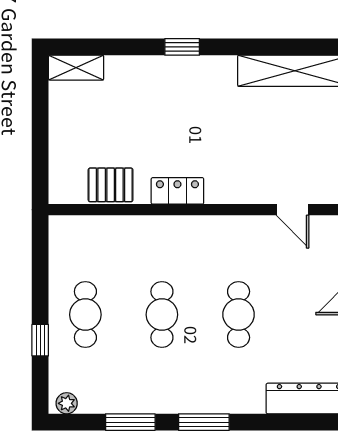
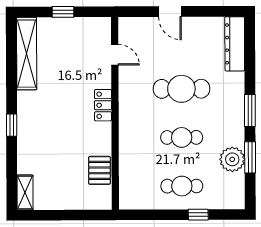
locker: (177, 191) -> (103, 105), moved
door: (292, 210) -> (115, 55), hinge flipped
cafe table: (239, 315) -> (181, 89), width x1.37, depth x1.35
plant: (67, 403) -> (232, 159), moved, width x1.88, depth x1.88

